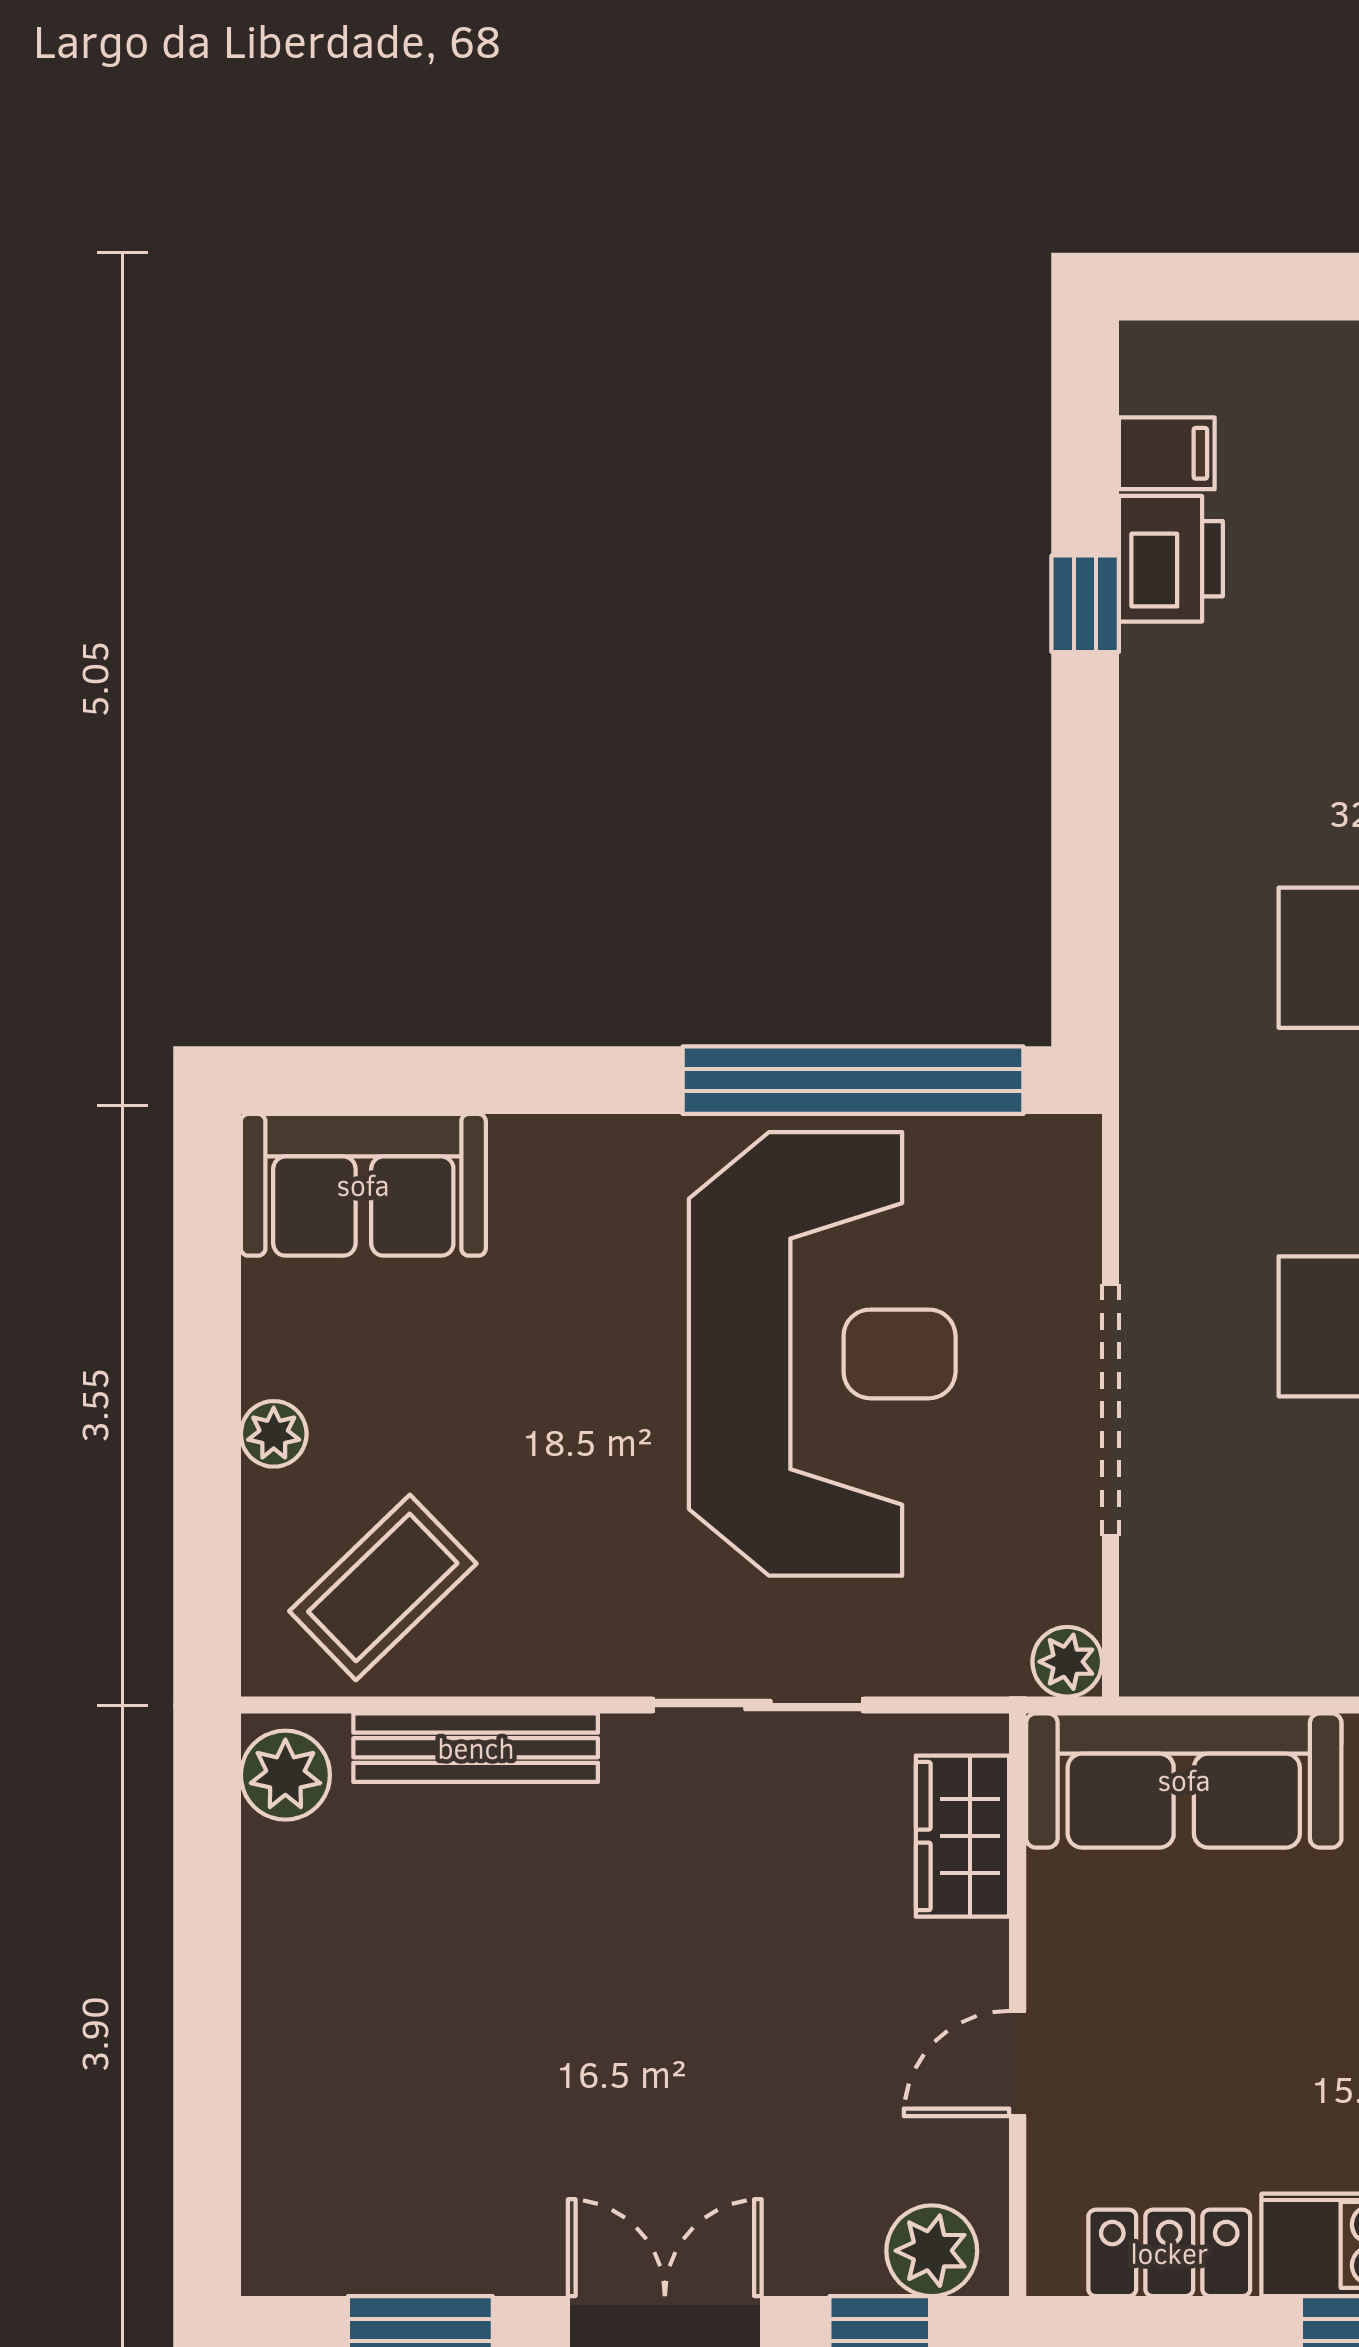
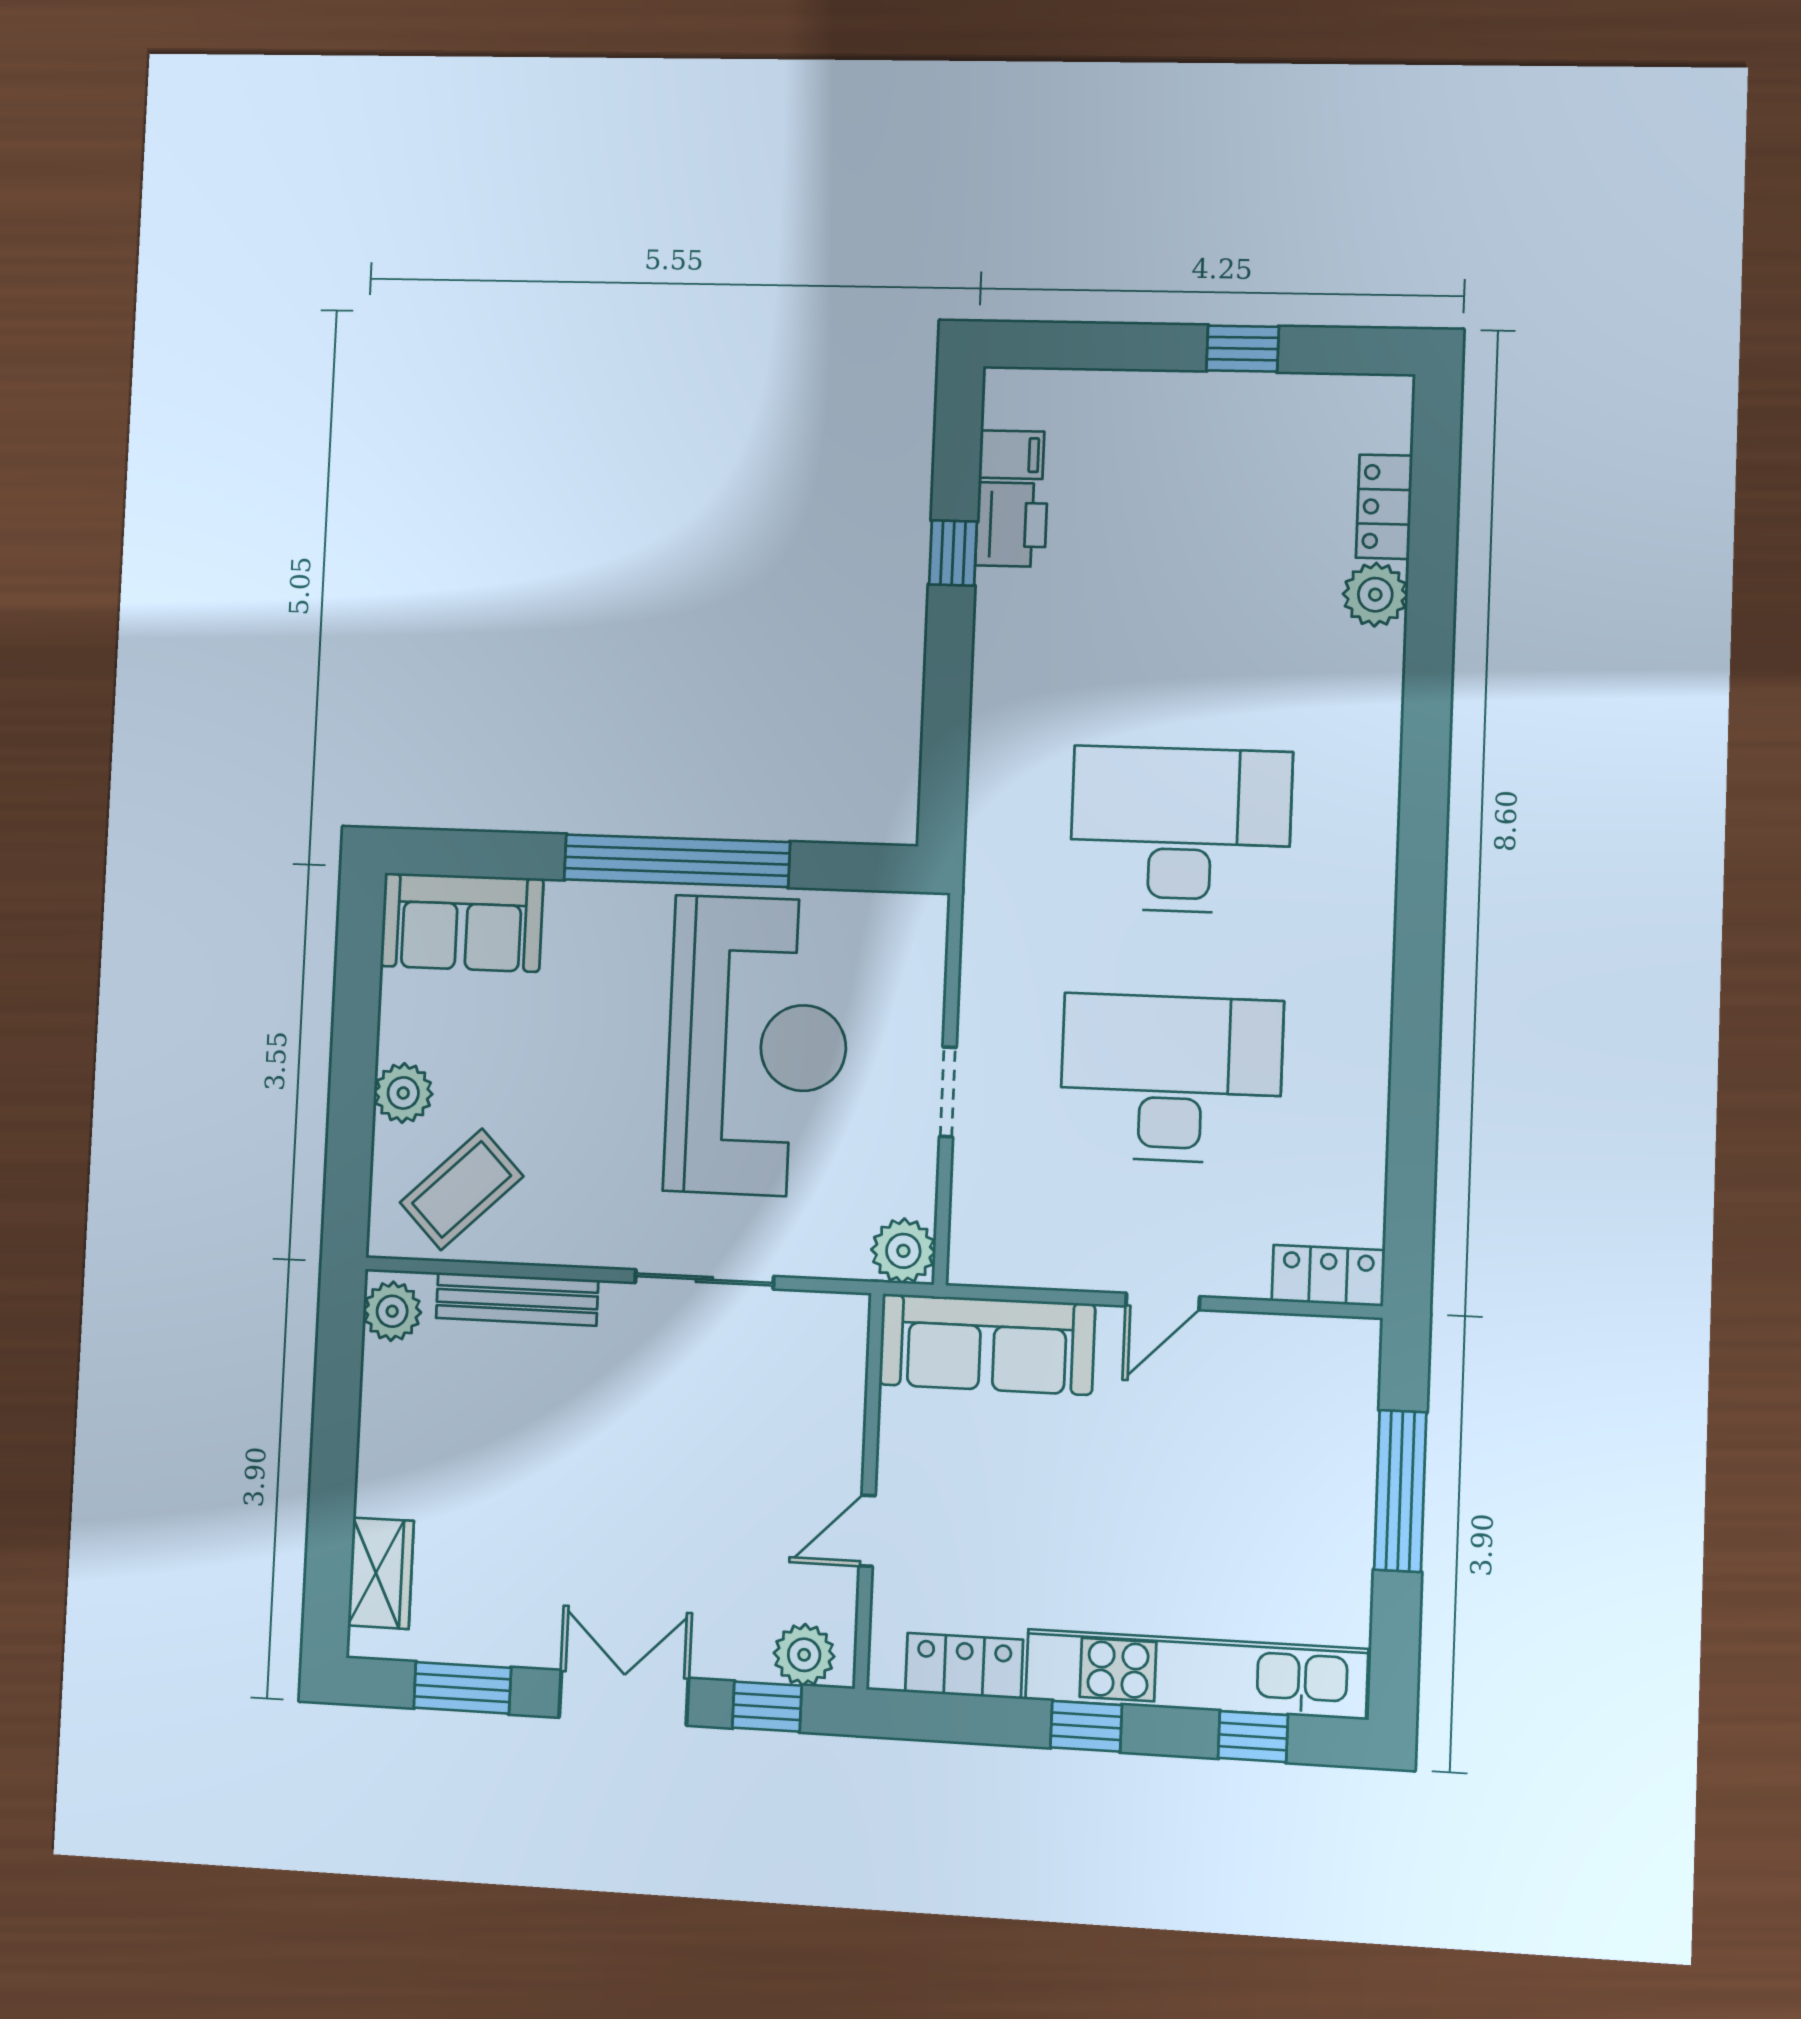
window: (853, 1080) -> (677, 861), moved
doorway: (1111, 1410) -> (948, 1092), width x0.53
plant: (274, 1434) -> (403, 1093), width x1.38, depth x1.38
plant: (1067, 1662) -> (903, 1251), width x1.38, depth x1.38
wardrobe: (962, 1836) -> (381, 1573), moved, turned 180

